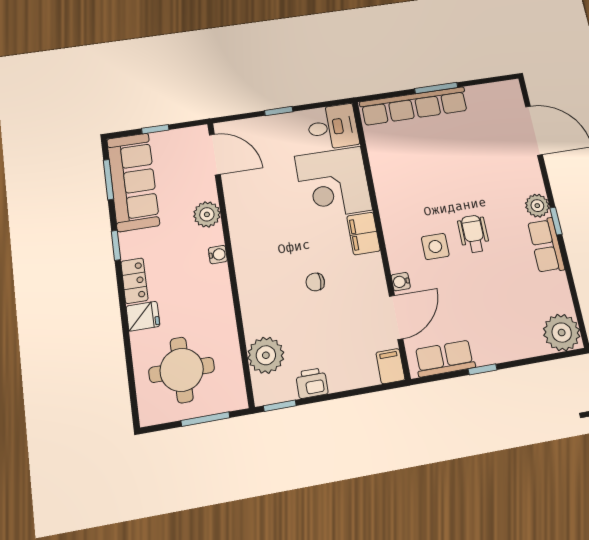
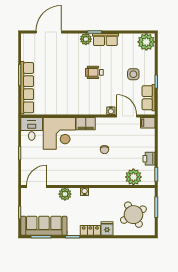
side table: (435, 246) -> (133, 74), moved
round table: (182, 370) -> (133, 215), turned -30

